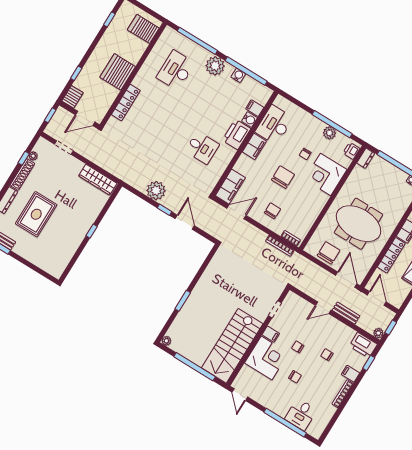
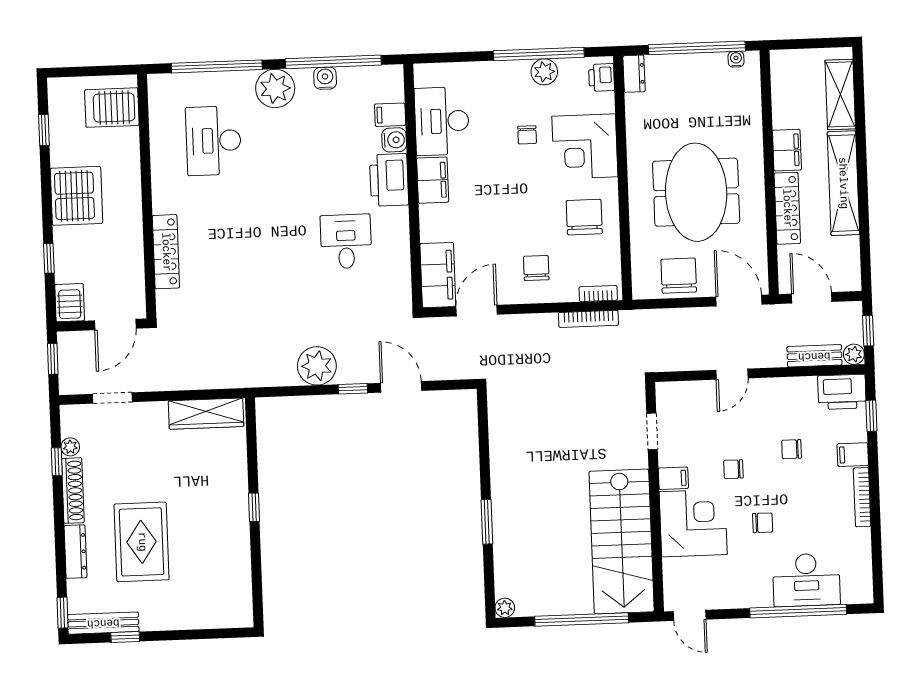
server rack: (118, 72) -> (76, 196), moved, turned 180
desk: (202, 148) -> (346, 241), turned -90
chair: (283, 177) -> (584, 217), moved
meeting table: (358, 224) -> (696, 192), turned 90
bench: (346, 313) -> (814, 356), moved
desk: (301, 414) -> (806, 580), width x1.37

